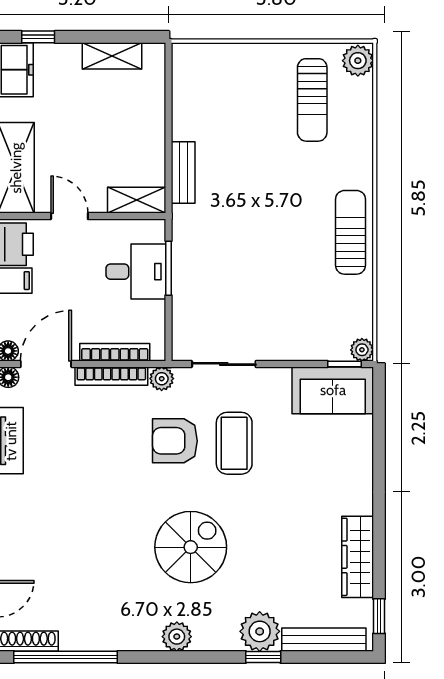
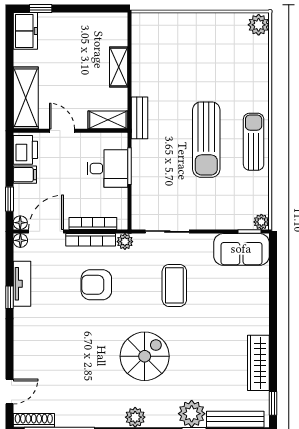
shelving: (112, 56) -> (119, 67), moved, turned 90
sun lounger: (312, 100) -> (206, 140), moved, width x1.36, depth x1.34
bench: (183, 173) -> (140, 118), moved
armchair: (175, 441) -> (96, 285), moved

